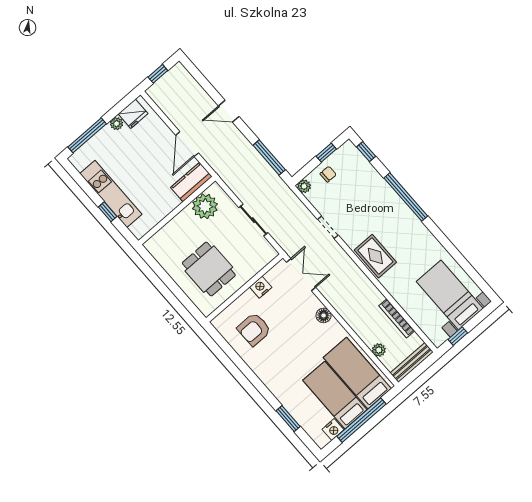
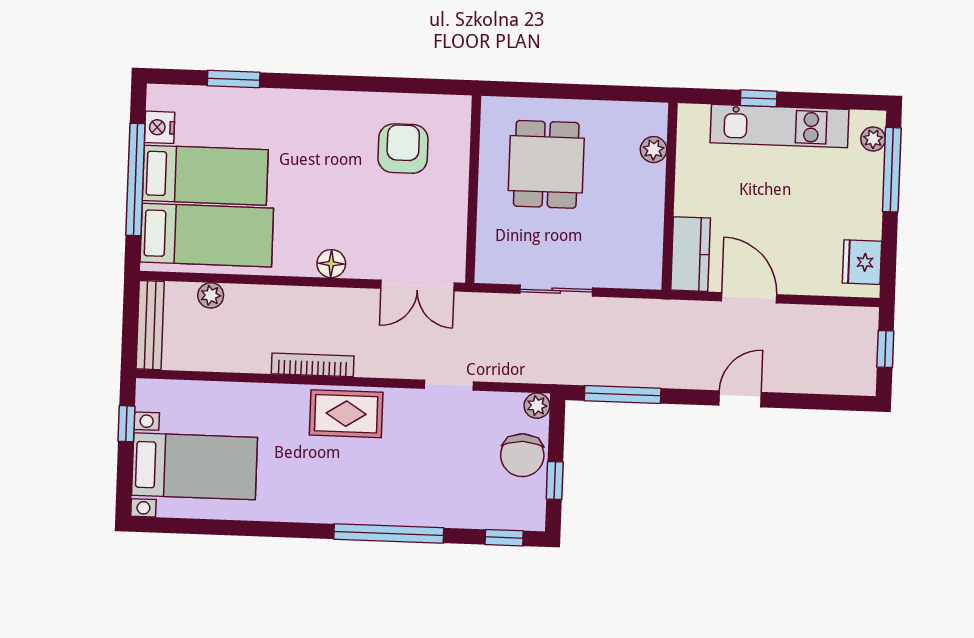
plant: (116, 124) -> (873, 139), moved
chair: (328, 174) -> (522, 455), width x1.87, depth x1.87
plant: (205, 206) -> (654, 150), moved, width x0.53, depth x0.53
dining table: (209, 269) -> (546, 164), turned 90
nightstand: (261, 287) -> (453, 213), removed
bookcase: (397, 318) -> (313, 365), moved

